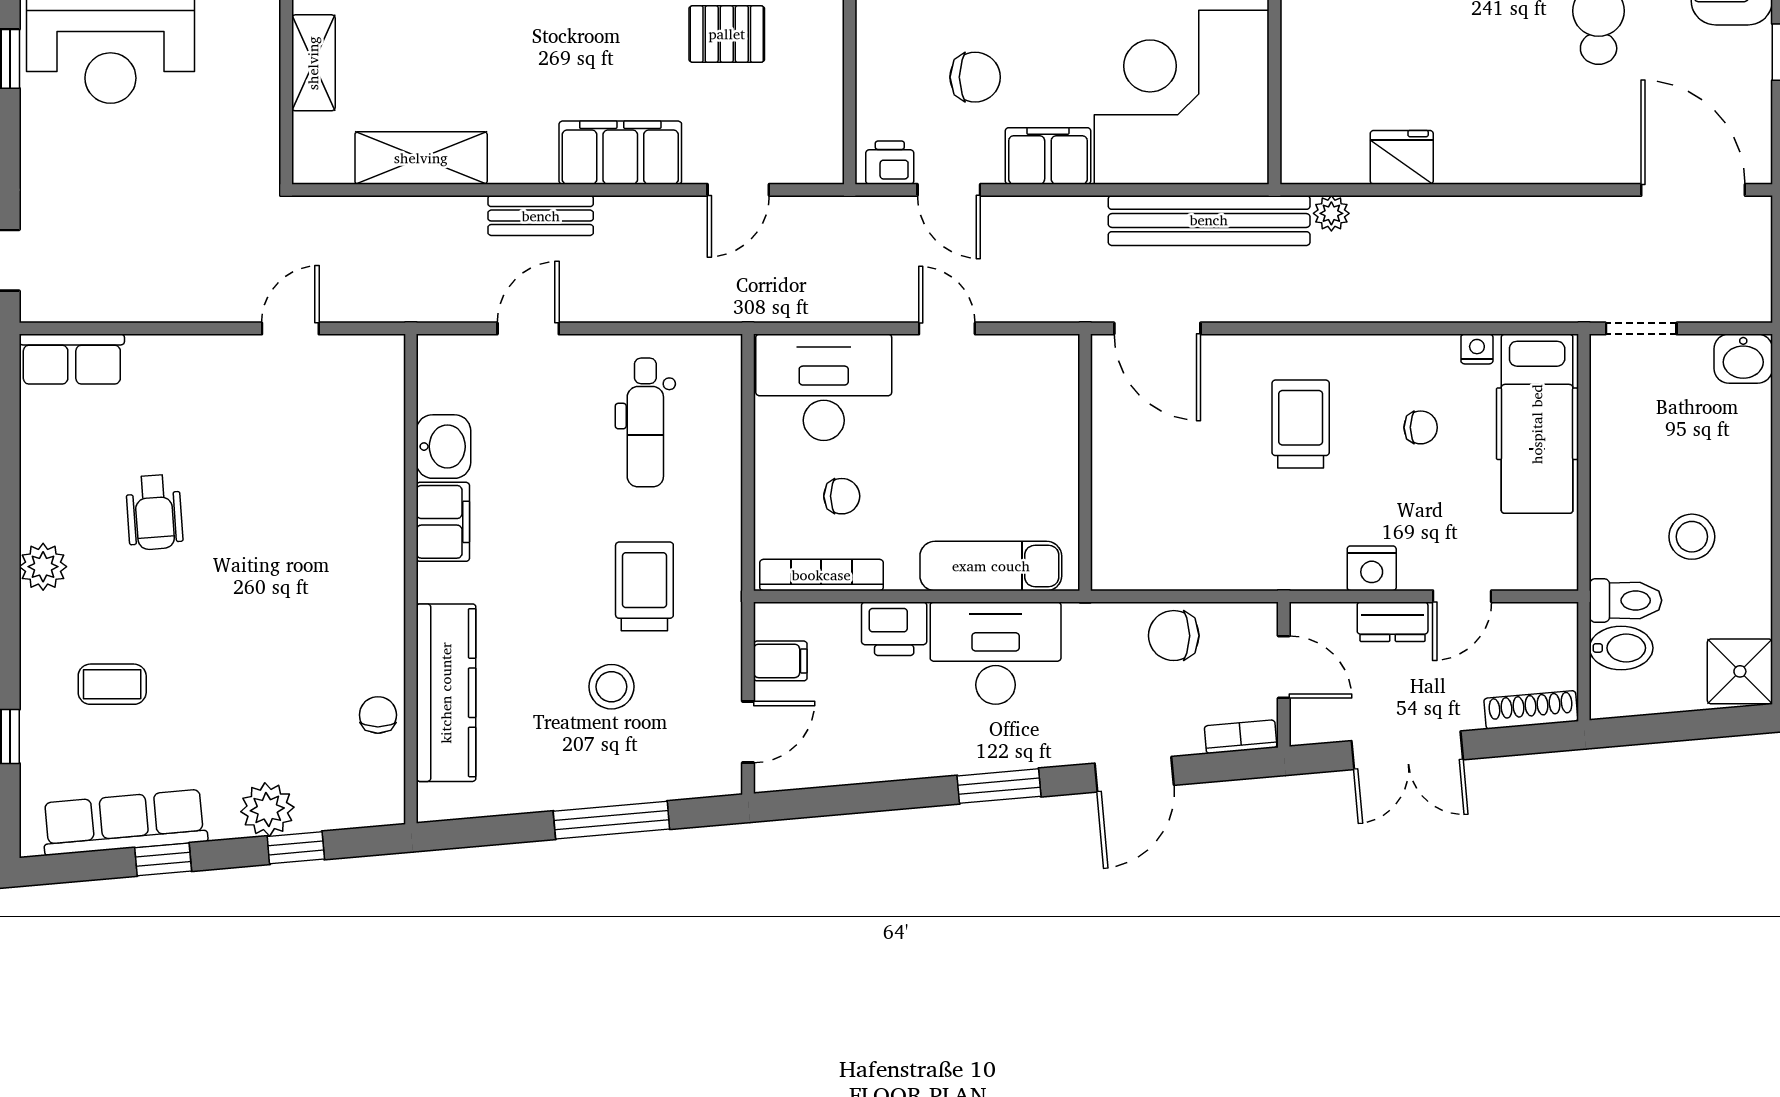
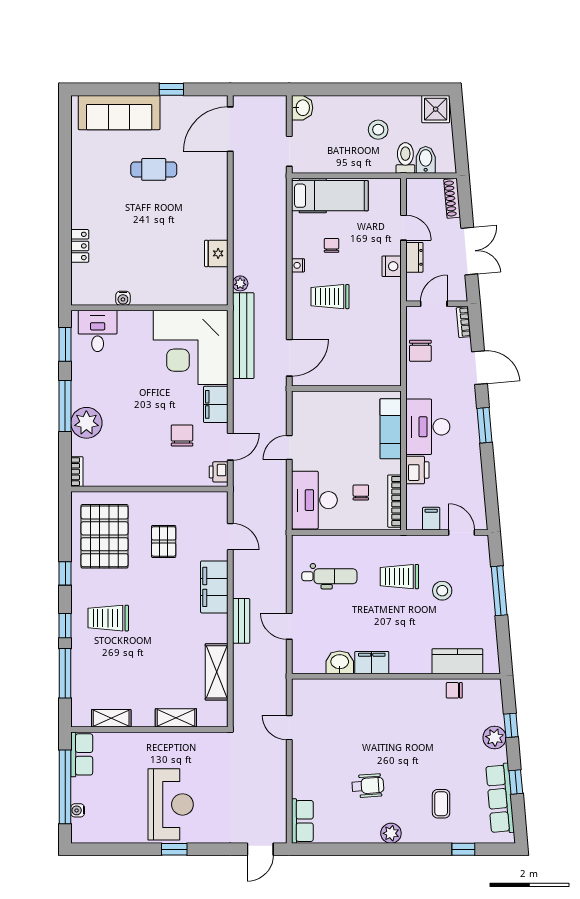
nightstand: (1477, 349) -> (298, 265), moved
kitchen counter: (446, 693) -> (457, 661), width x0.67

